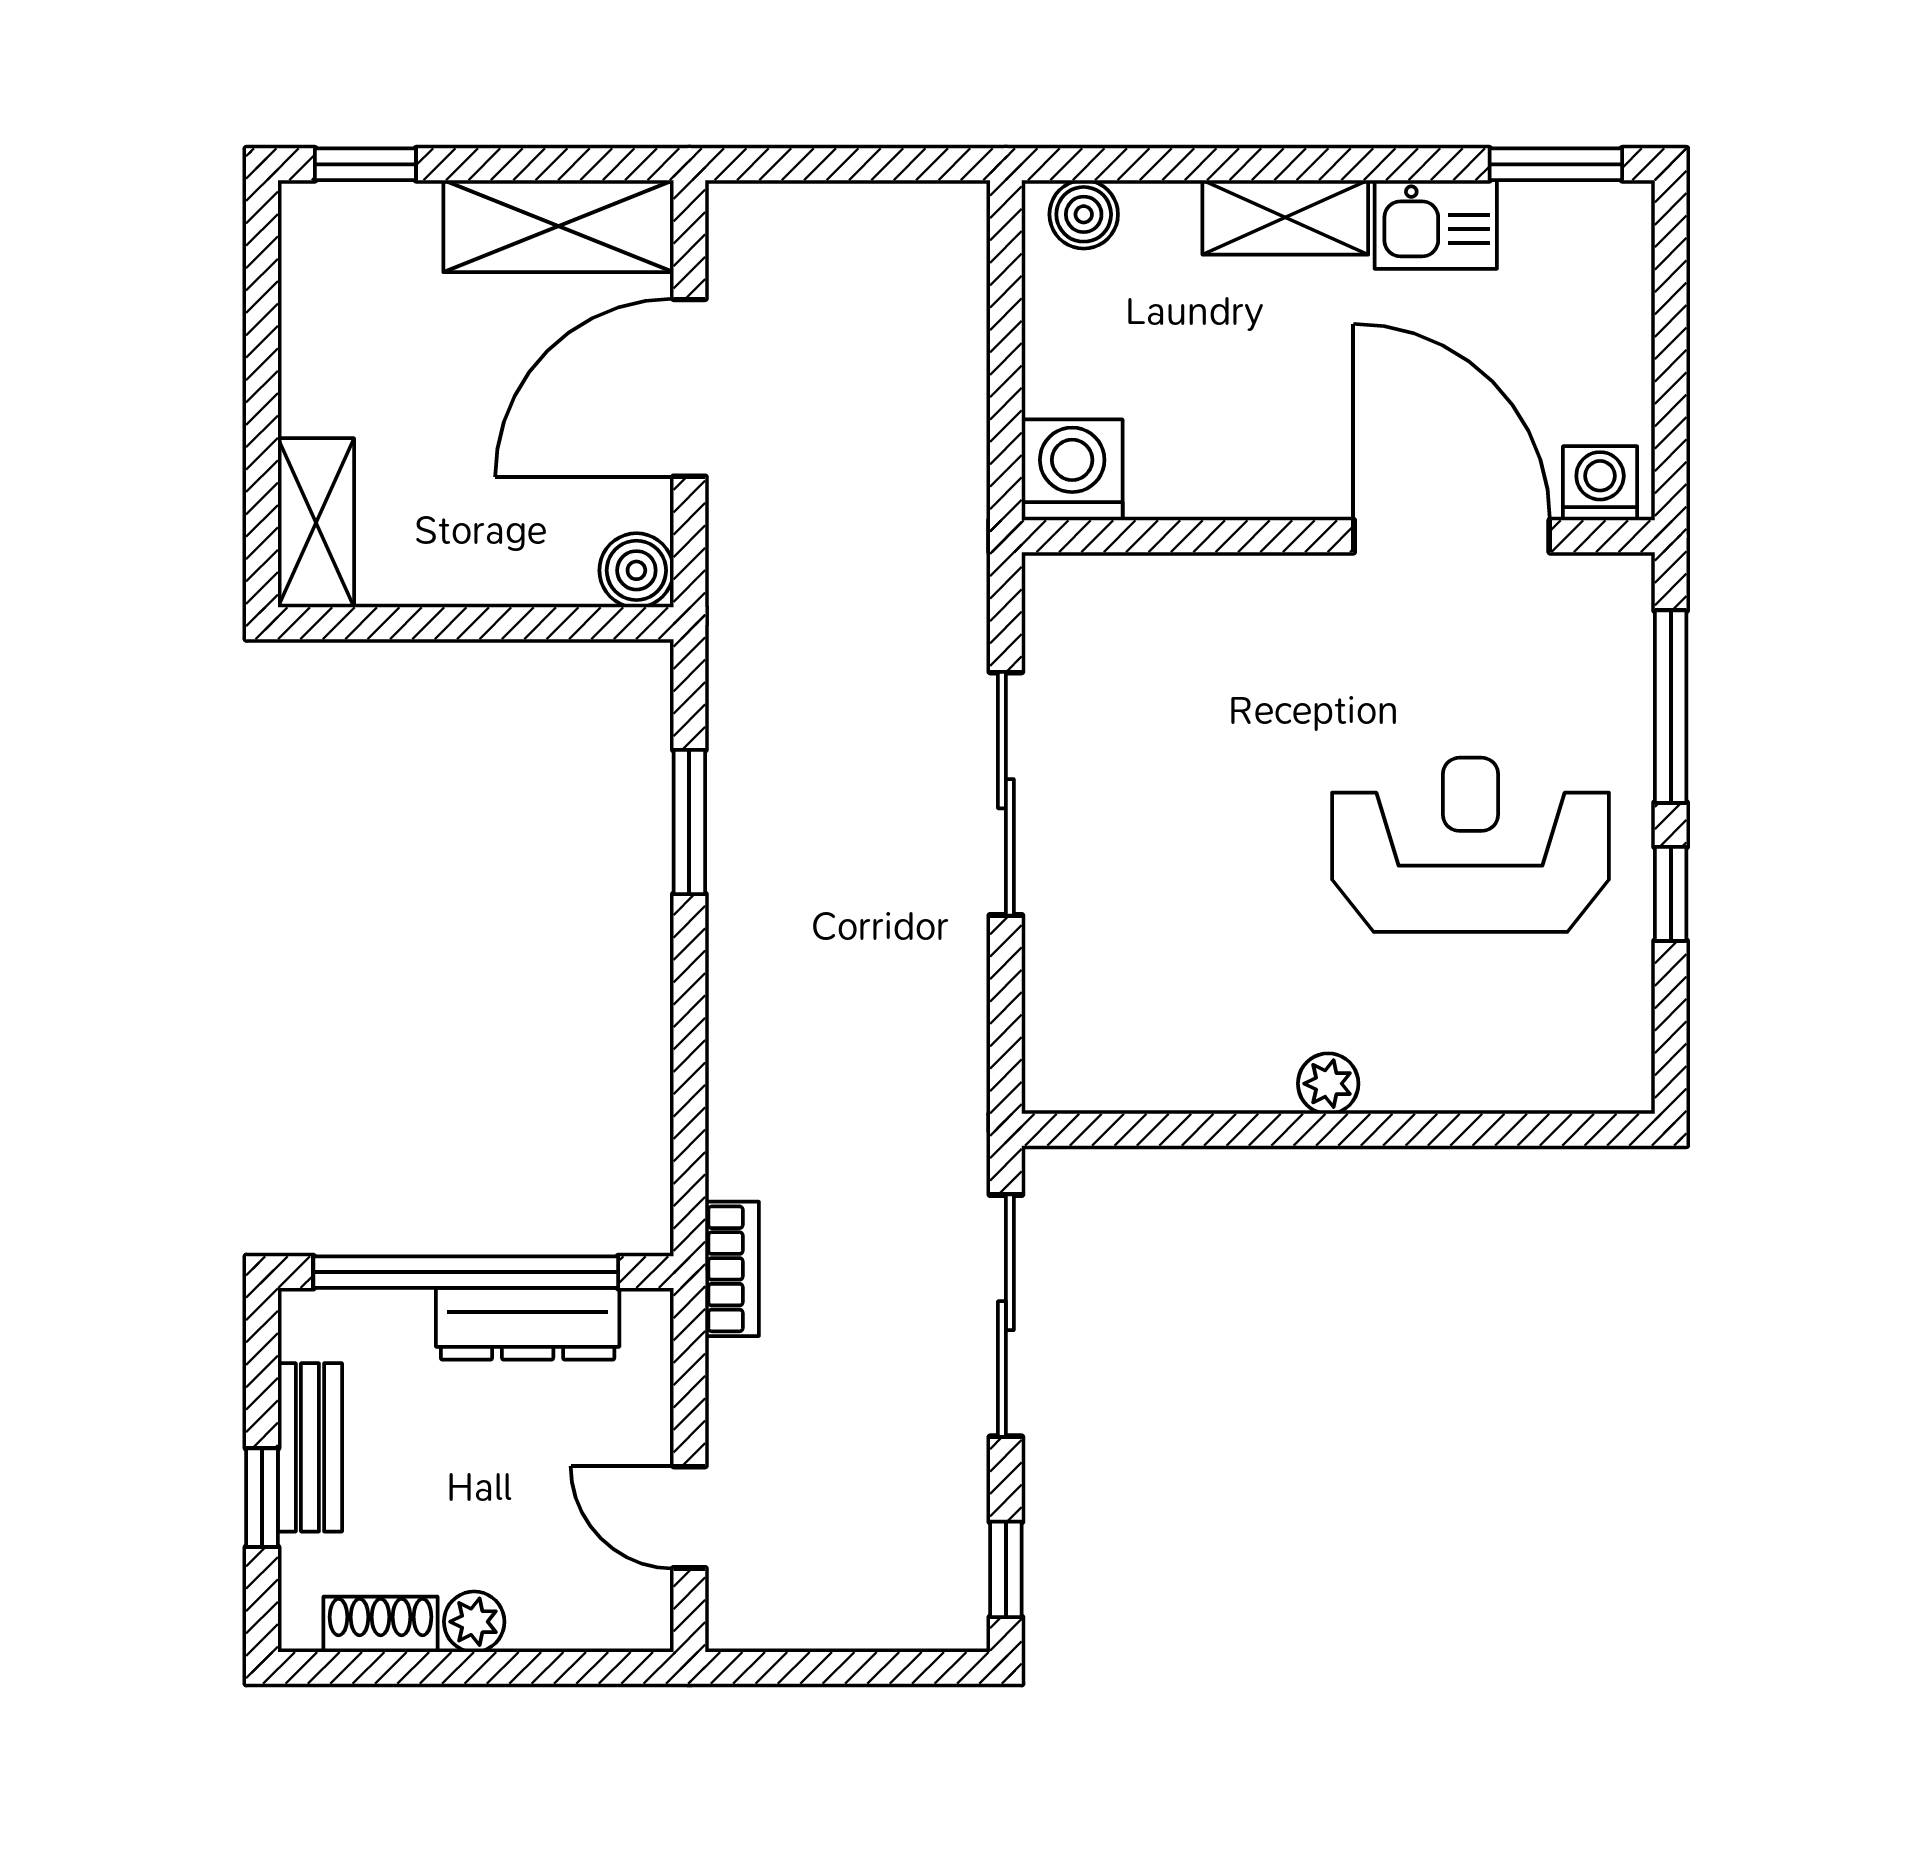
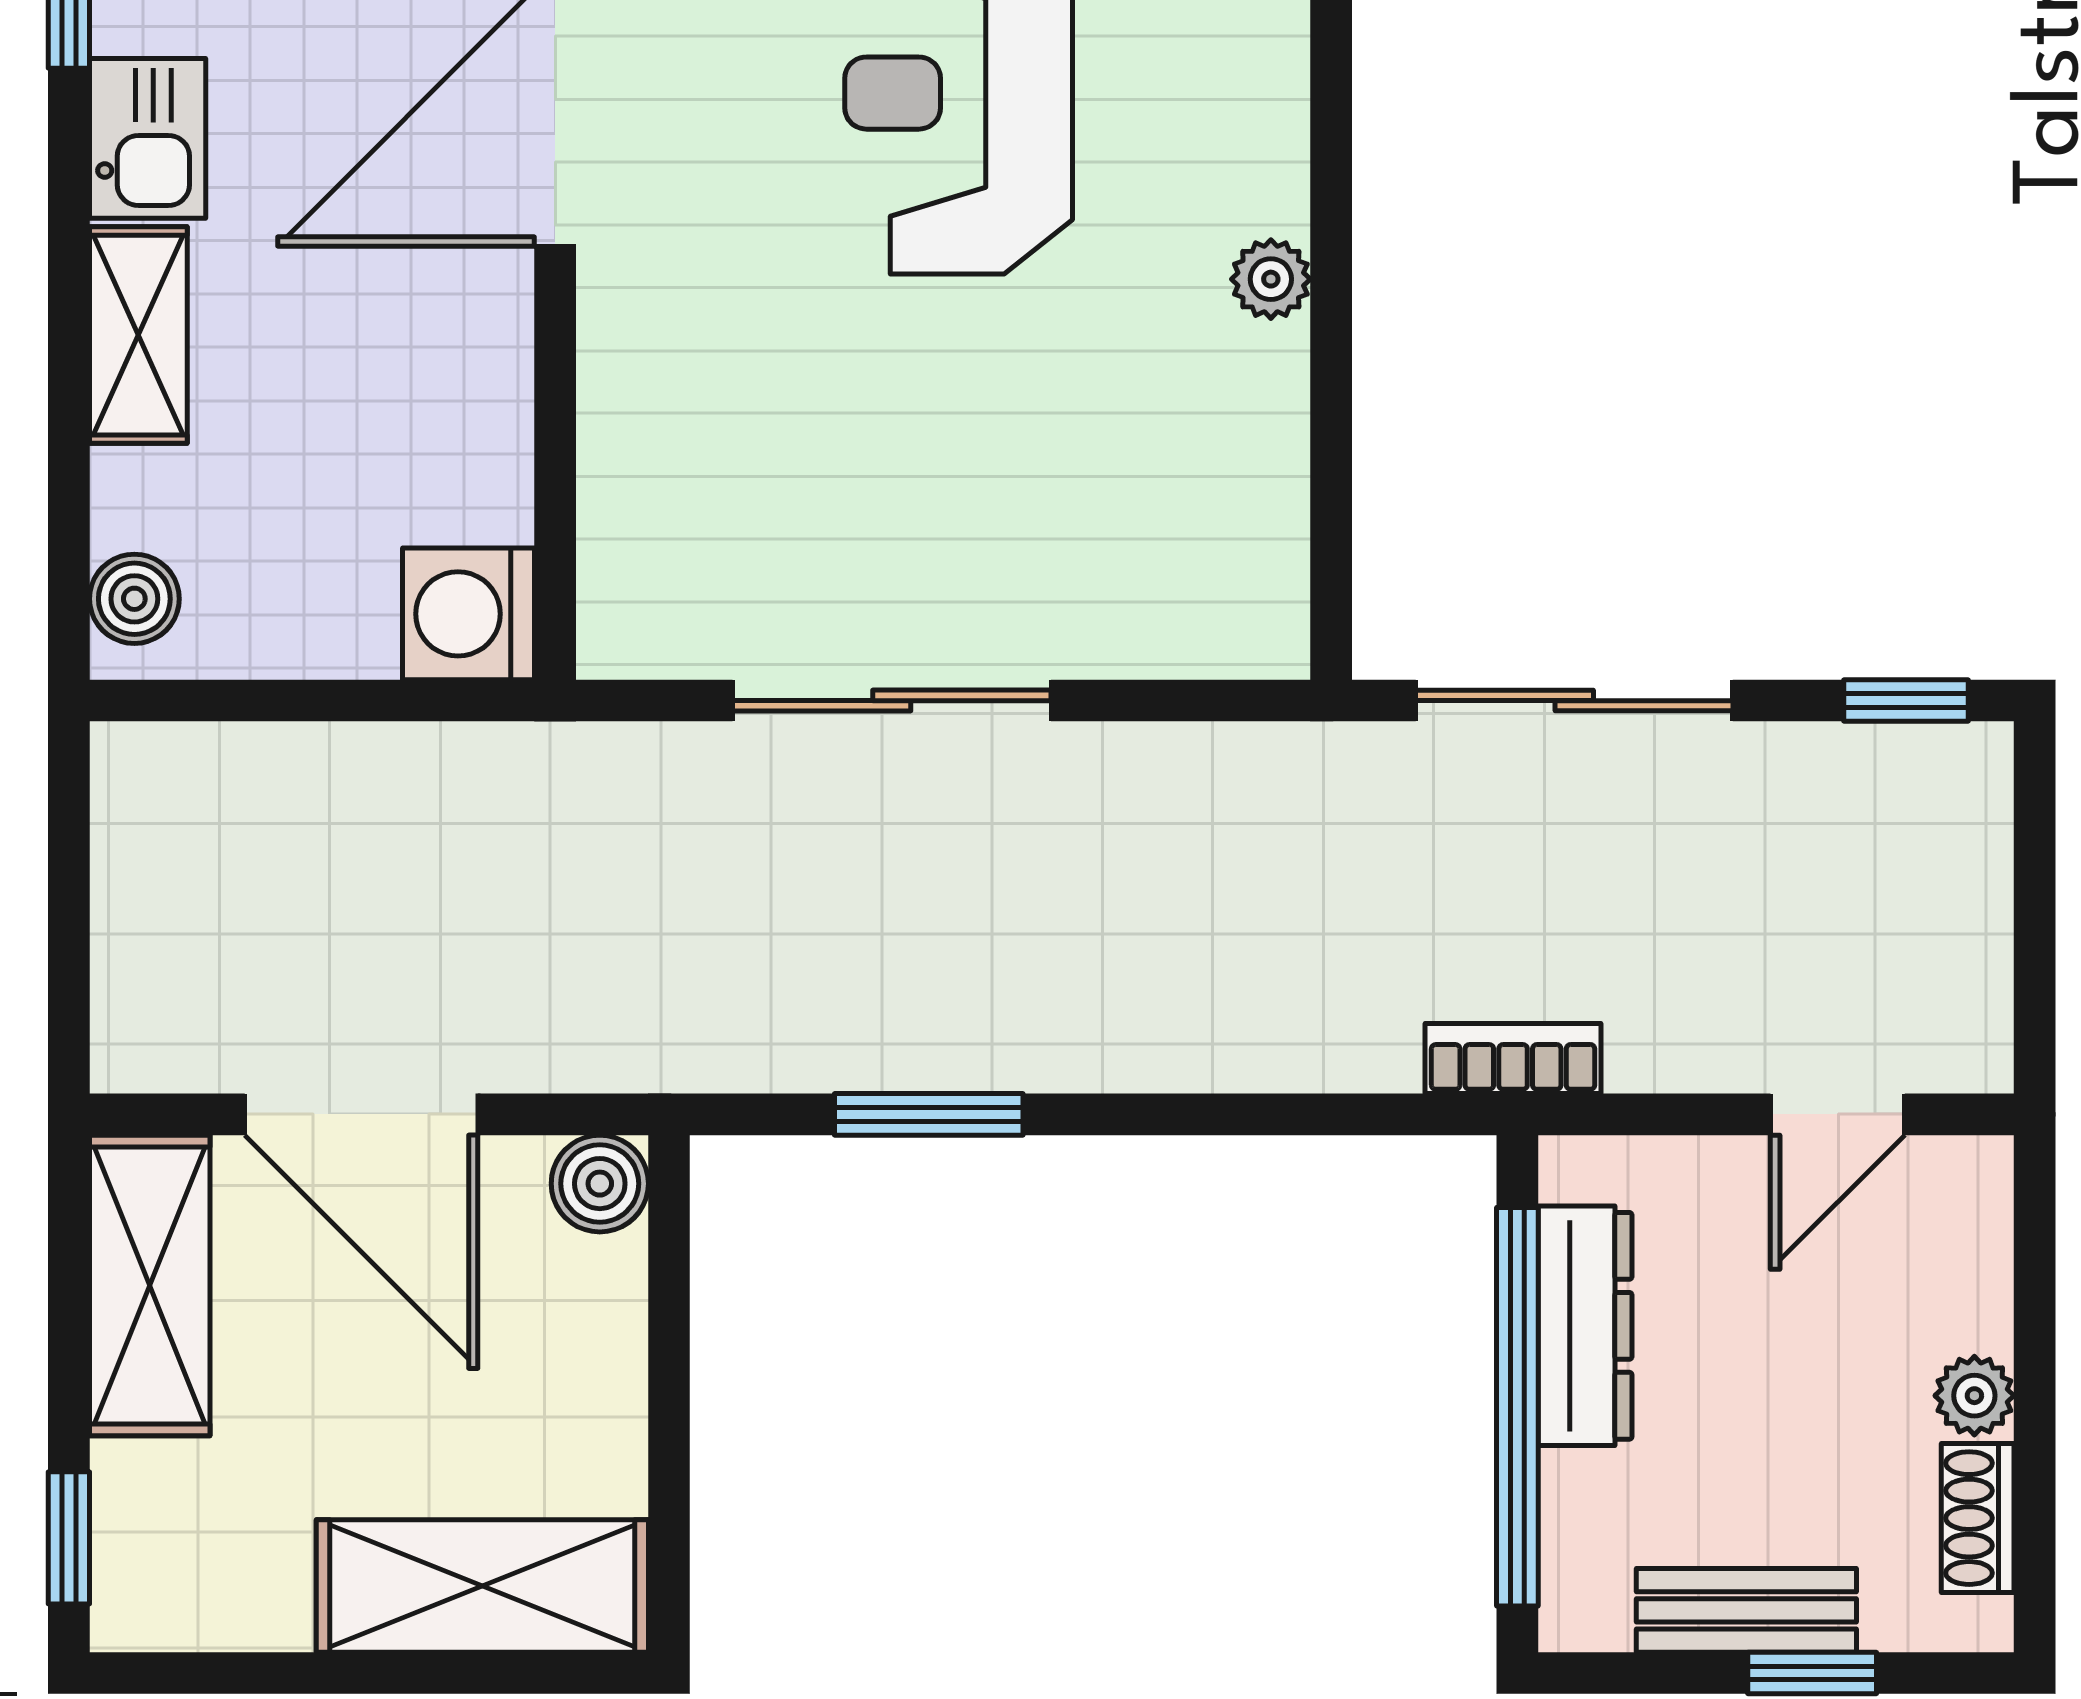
shelving: (316, 523) -> (482, 1586), width x1.50, depth x1.33

